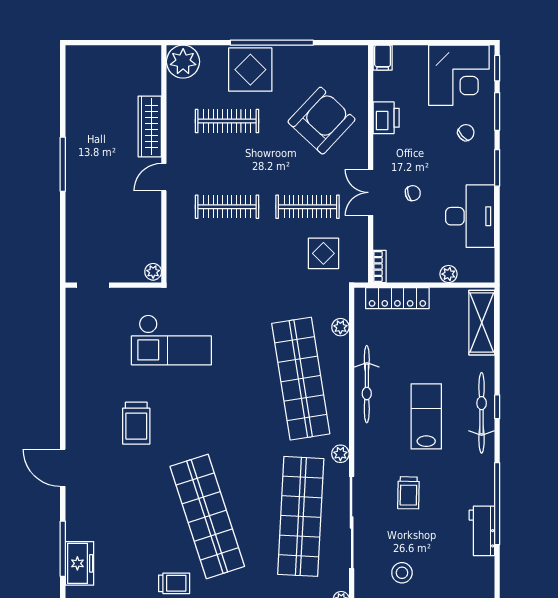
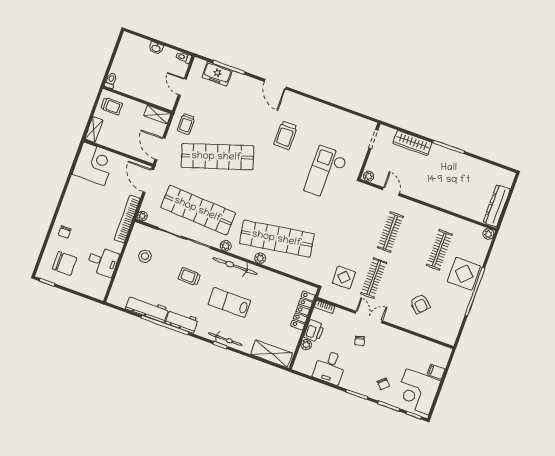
dresser: (127, 57) -> (497, 206), added
filing cabinet: (383, 58) -> (436, 372), moved
plant: (183, 62) -> (488, 234), width x0.53, depth x0.53
printer: (386, 118) -> (314, 331), moved, turned -90
armchair: (322, 121) -> (420, 304), width x0.53, depth x0.53
wardrobe: (150, 127) -> (412, 143), moved, turned 180
door: (164, 177) -> (391, 191), moved
desk: (470, 216) -> (330, 367), width x0.73
plant: (340, 327) -> (260, 258), moved
bicycle: (367, 384) -> (235, 266), moved
bicycle: (482, 413) -> (225, 339), width x0.73, depth x0.71
lab bench: (426, 416) -> (229, 302), turned 180
trolley: (136, 423) -> (285, 135), turned -90
door: (63, 468) -> (275, 84), swing flipped
workbench: (482, 480) -> (182, 321), added
workbench: (482, 531) -> (147, 309), width x1.37

